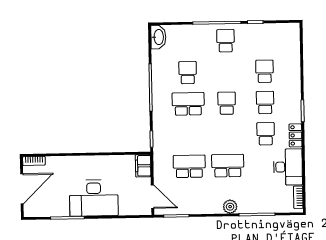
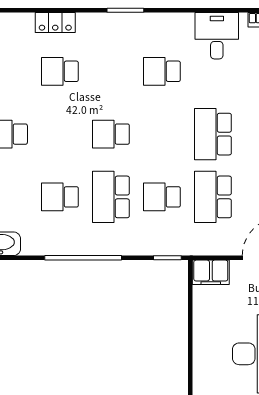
school desk: (265, 103) -> (162, 197), moved
locker: (295, 135) -> (55, 23), moved
desk: (288, 167) -> (217, 36), width x0.73

